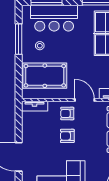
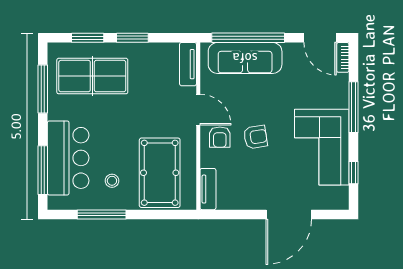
door: (85, 100) -> (198, 110), swing flipped
armchair: (67, 136) -> (255, 137), turned -99

